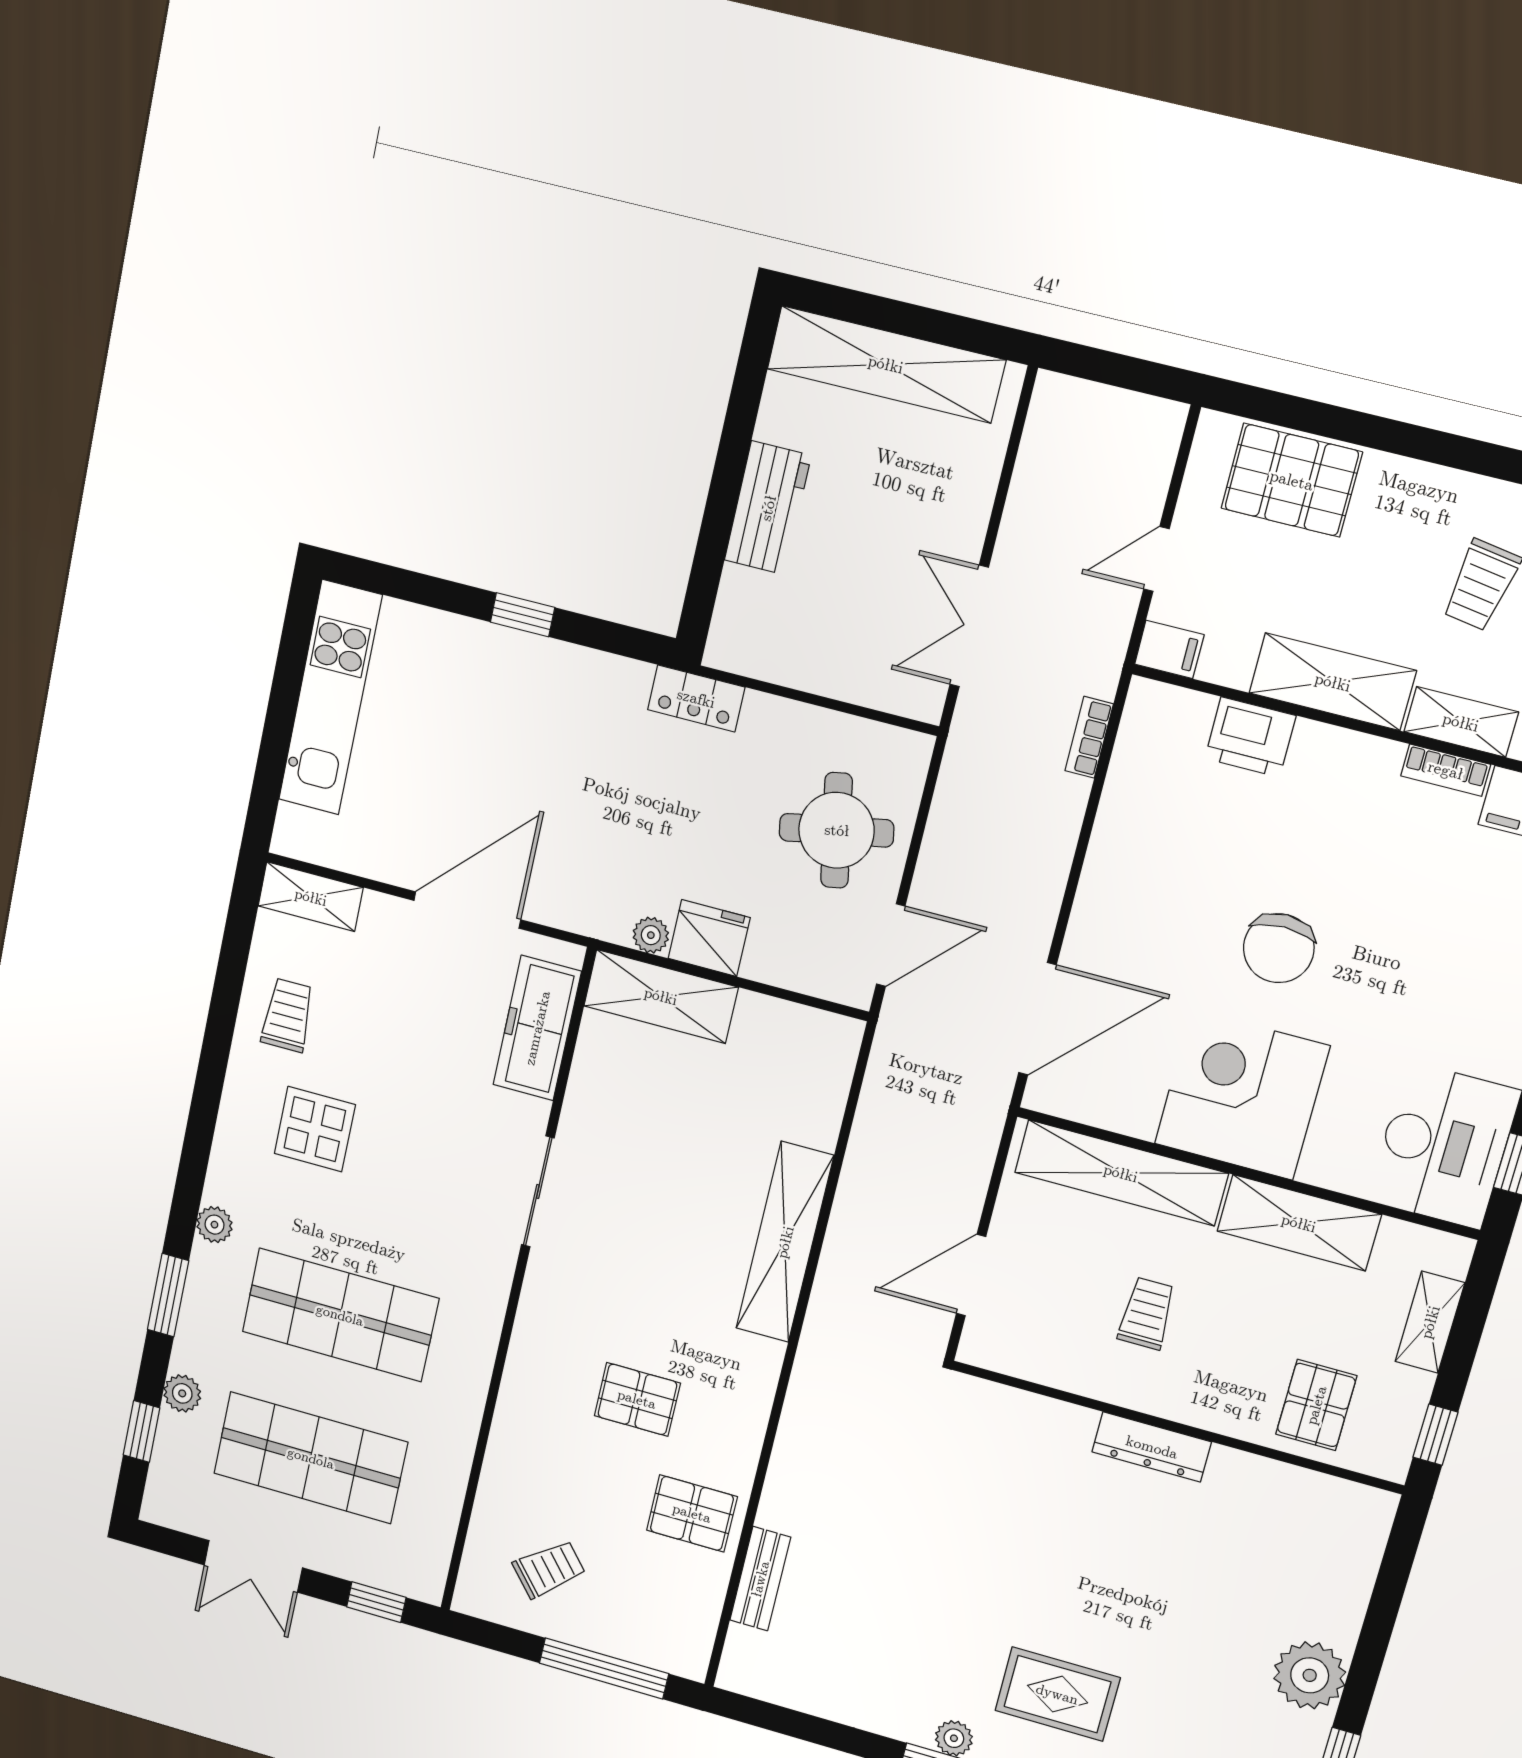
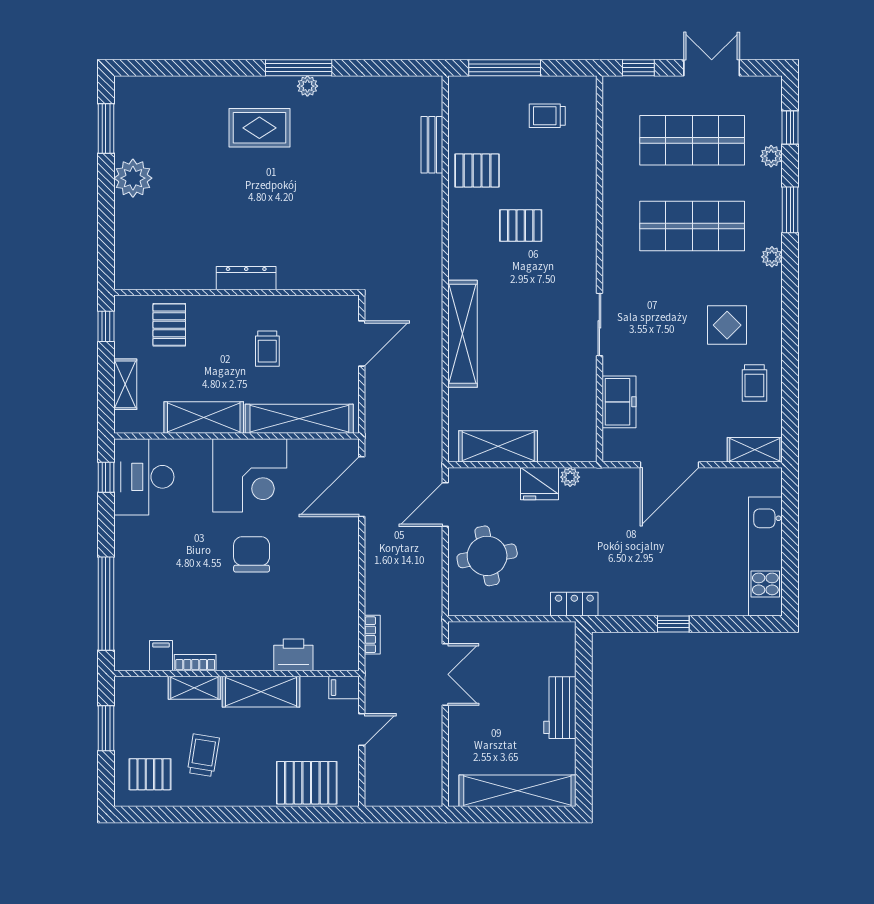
shelving: (661, 996) -> (498, 446), moved
freezer: (537, 1028) -> (619, 402), width x0.71
trolley: (549, 1569) -> (547, 116), turned 40

